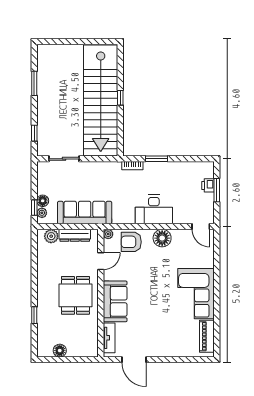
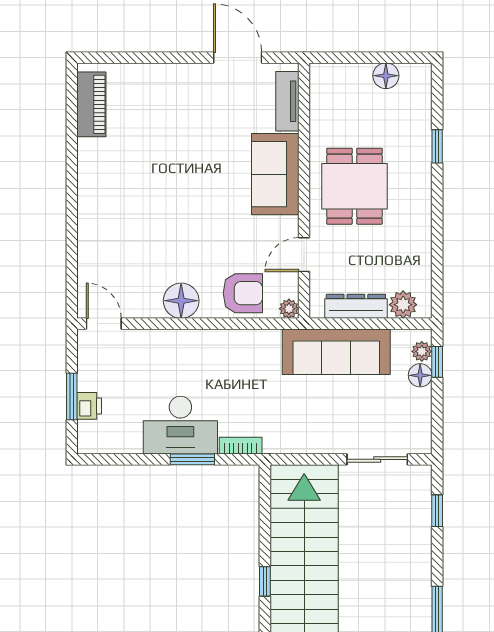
desk: (154, 209) -> (180, 425), moved, turned 180
corner sofa: (196, 294) -> (113, 190), removed

